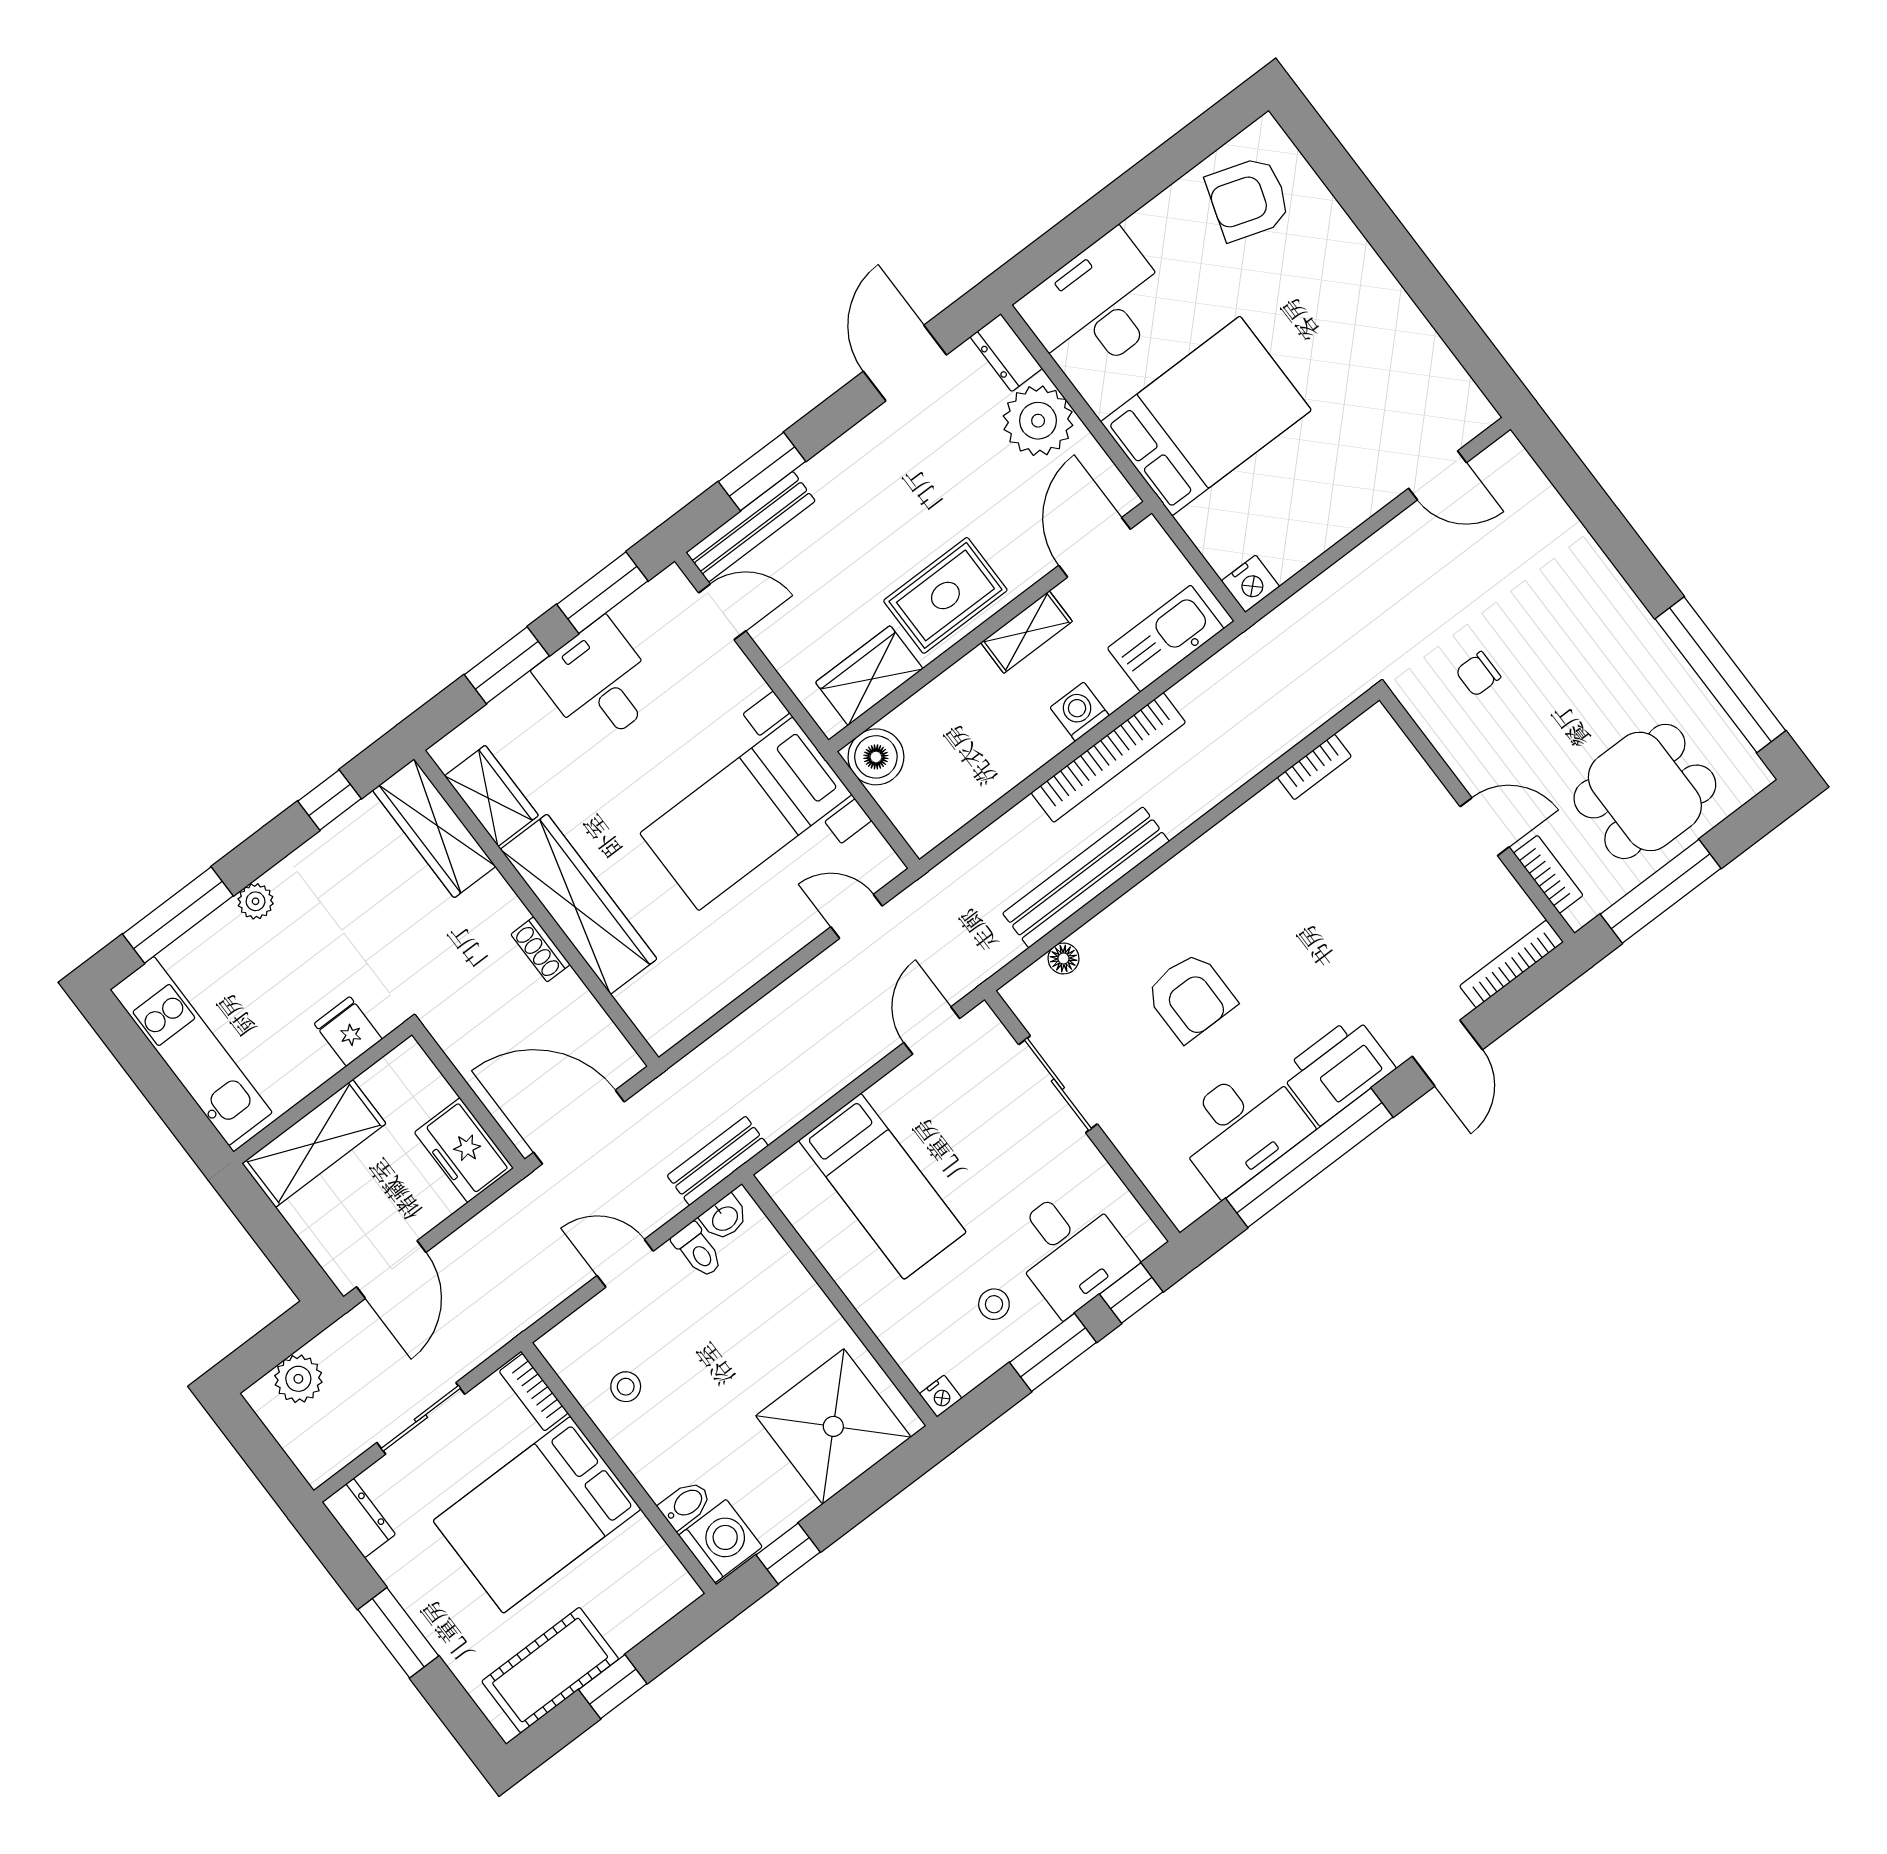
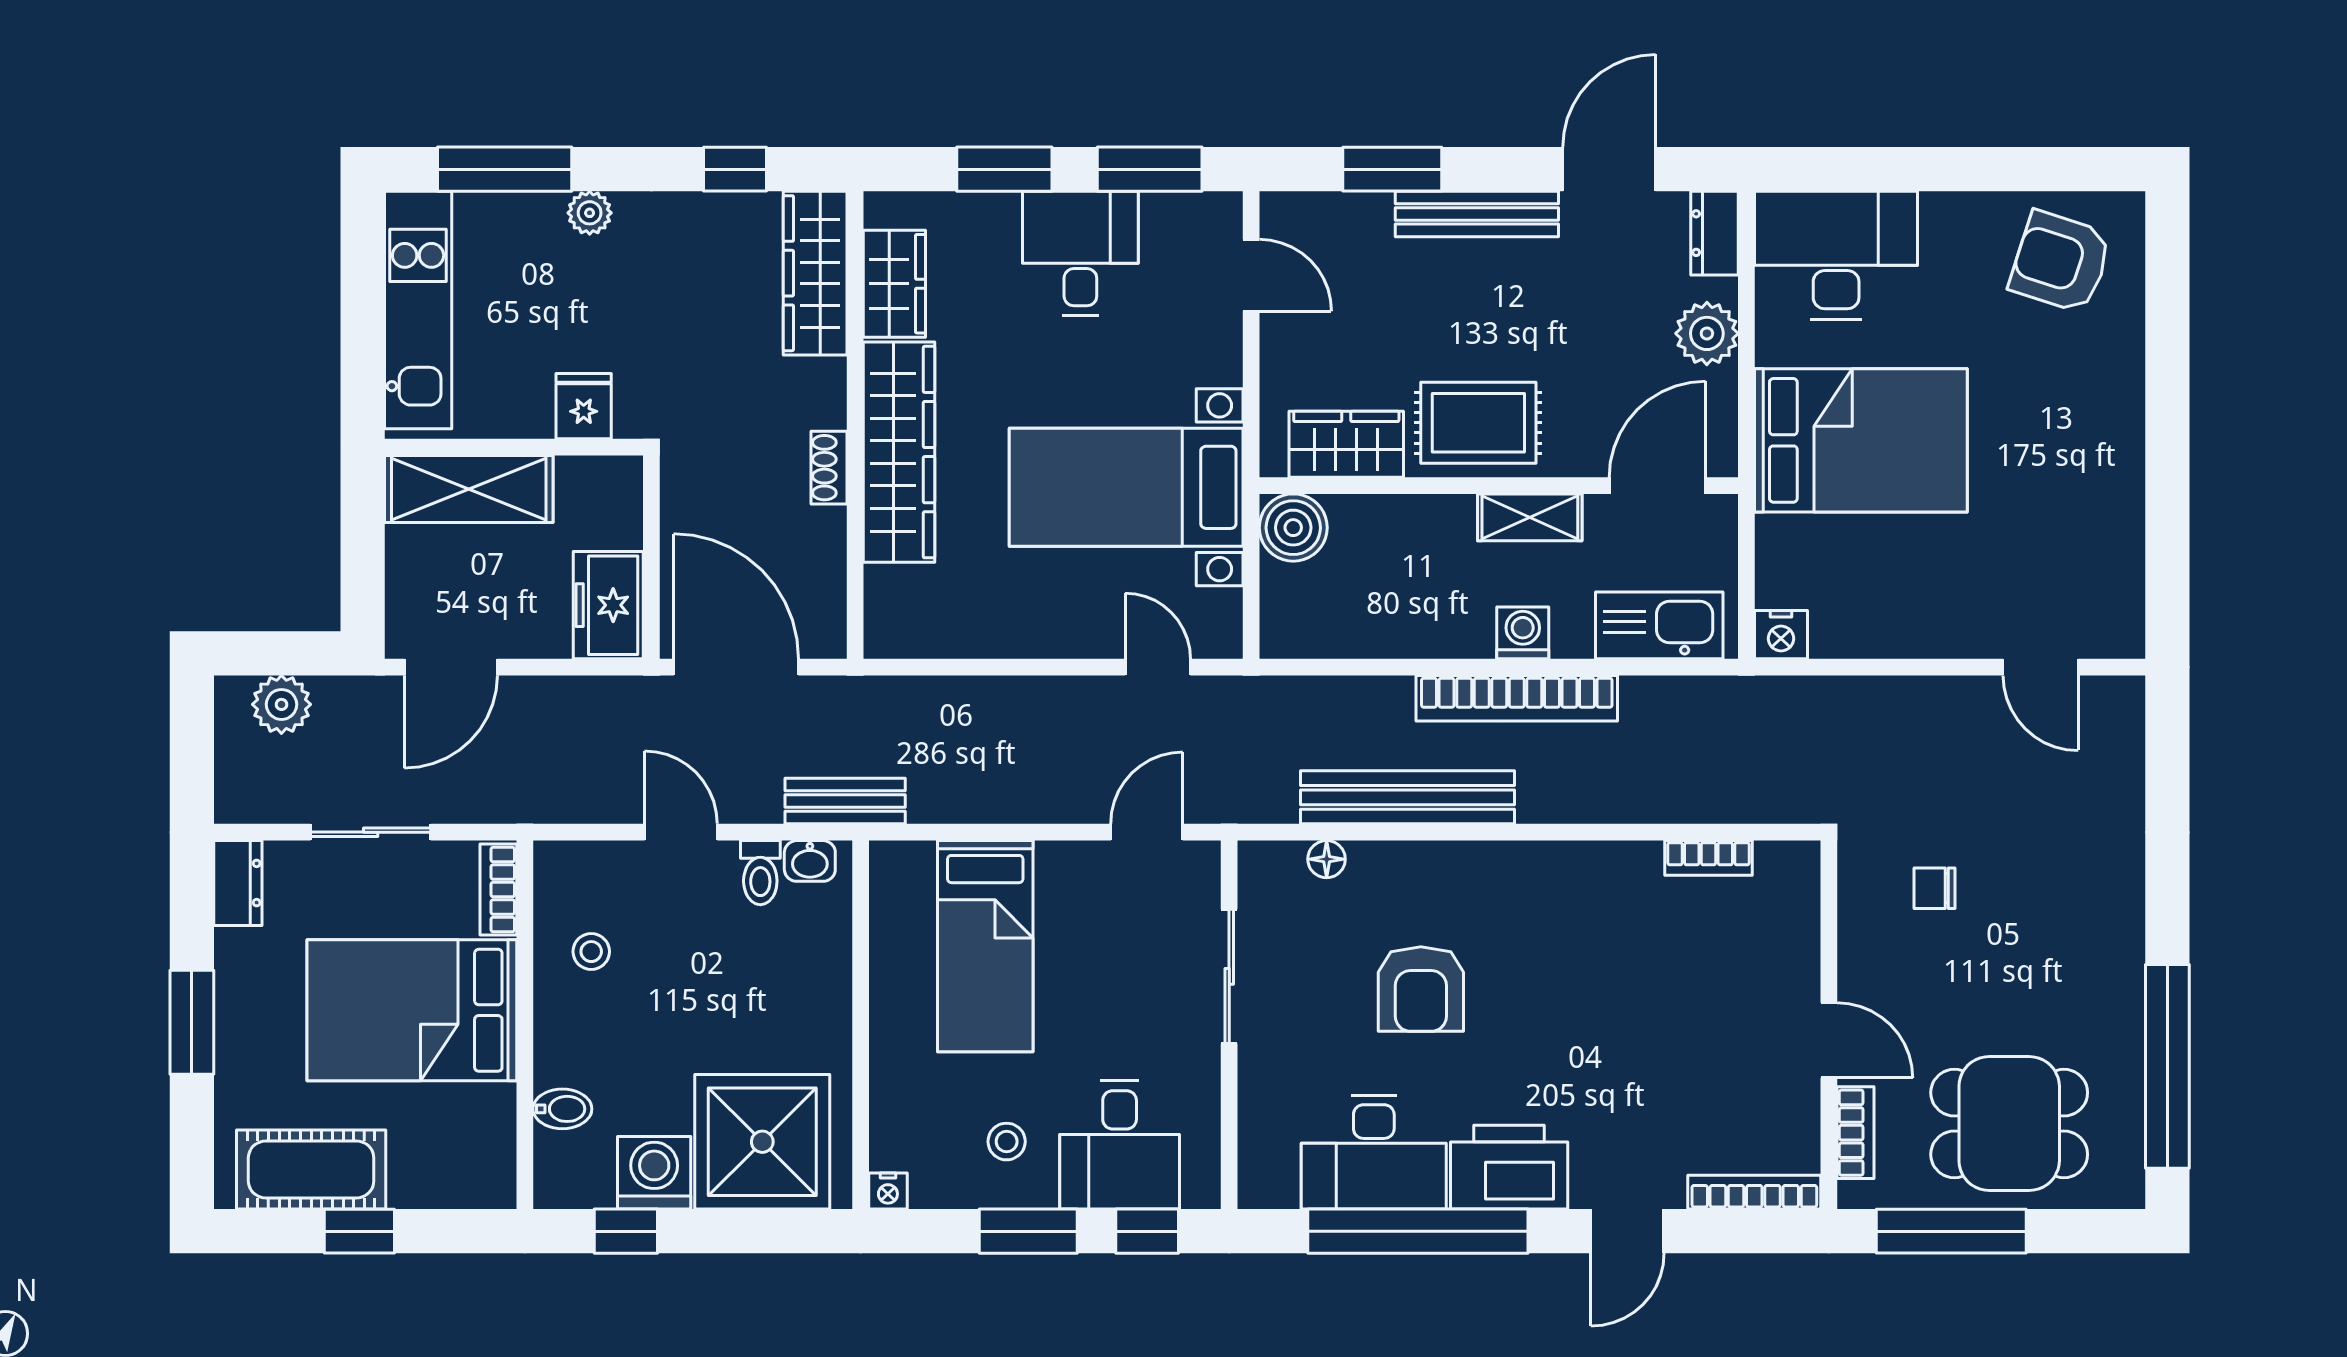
plant: (1038, 421) -> (1707, 333), width x0.73, depth x0.73
bench: (751, 527) -> (1477, 214), moved
washing machine: (720, 1541) -> (654, 1173), moved, turned -90

